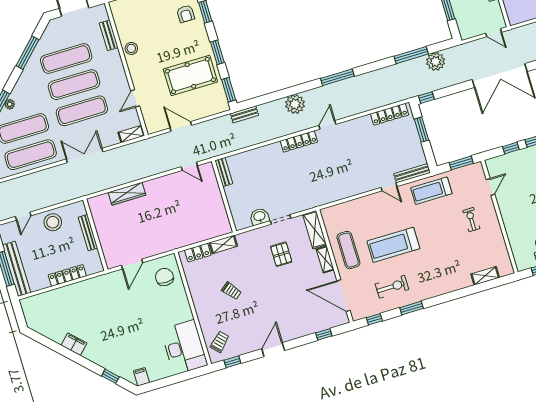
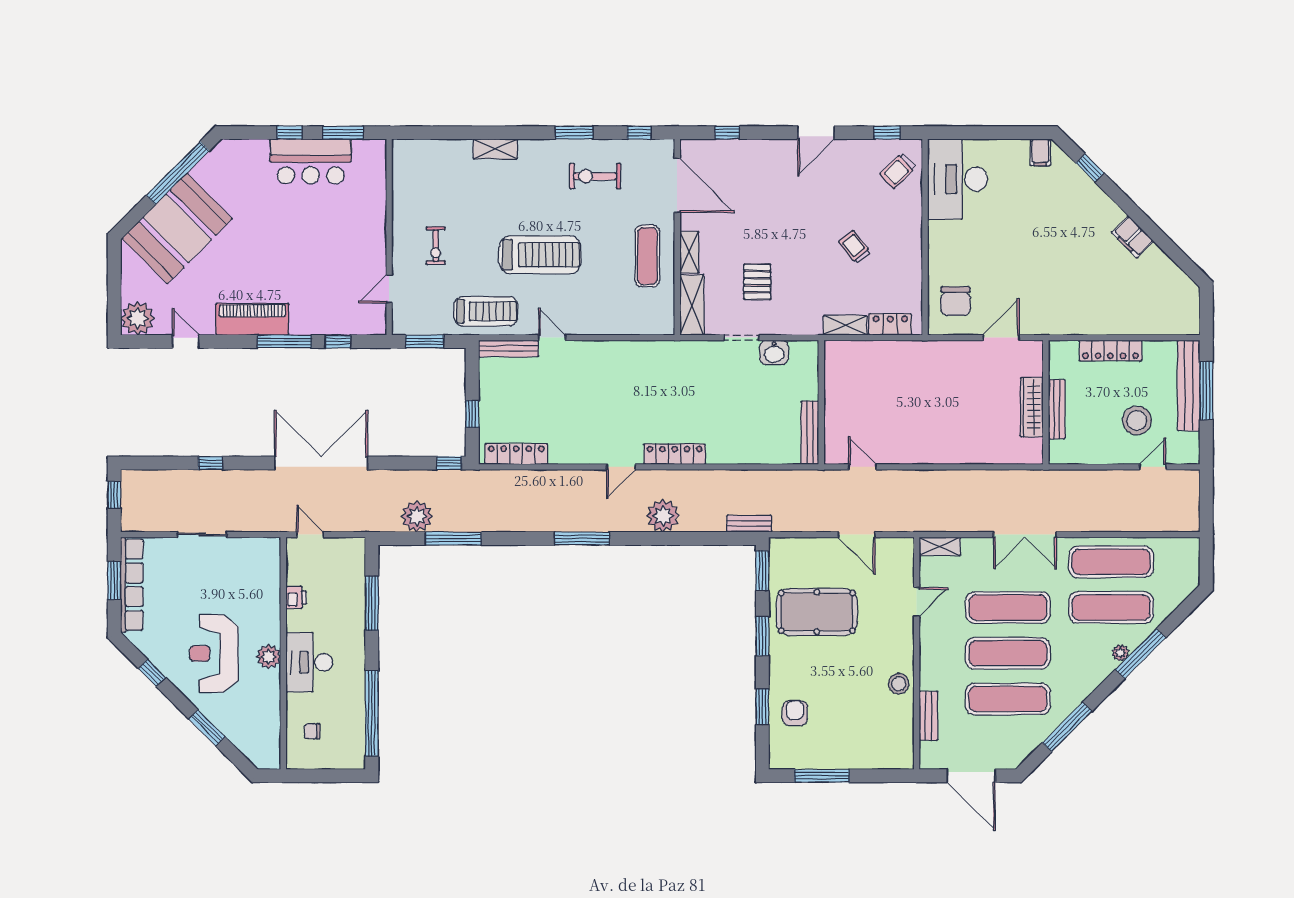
window: (422, 130) -> (472, 414), width x0.67
bench: (224, 172) -> (810, 433), width x1.36
wardrobe: (127, 194) -> (1032, 407), moved, turned -90
stool: (53, 222) -> (1137, 420), moved
treadmill: (393, 245) -> (540, 255), moved
shelving: (485, 276) -> (495, 149), moved

